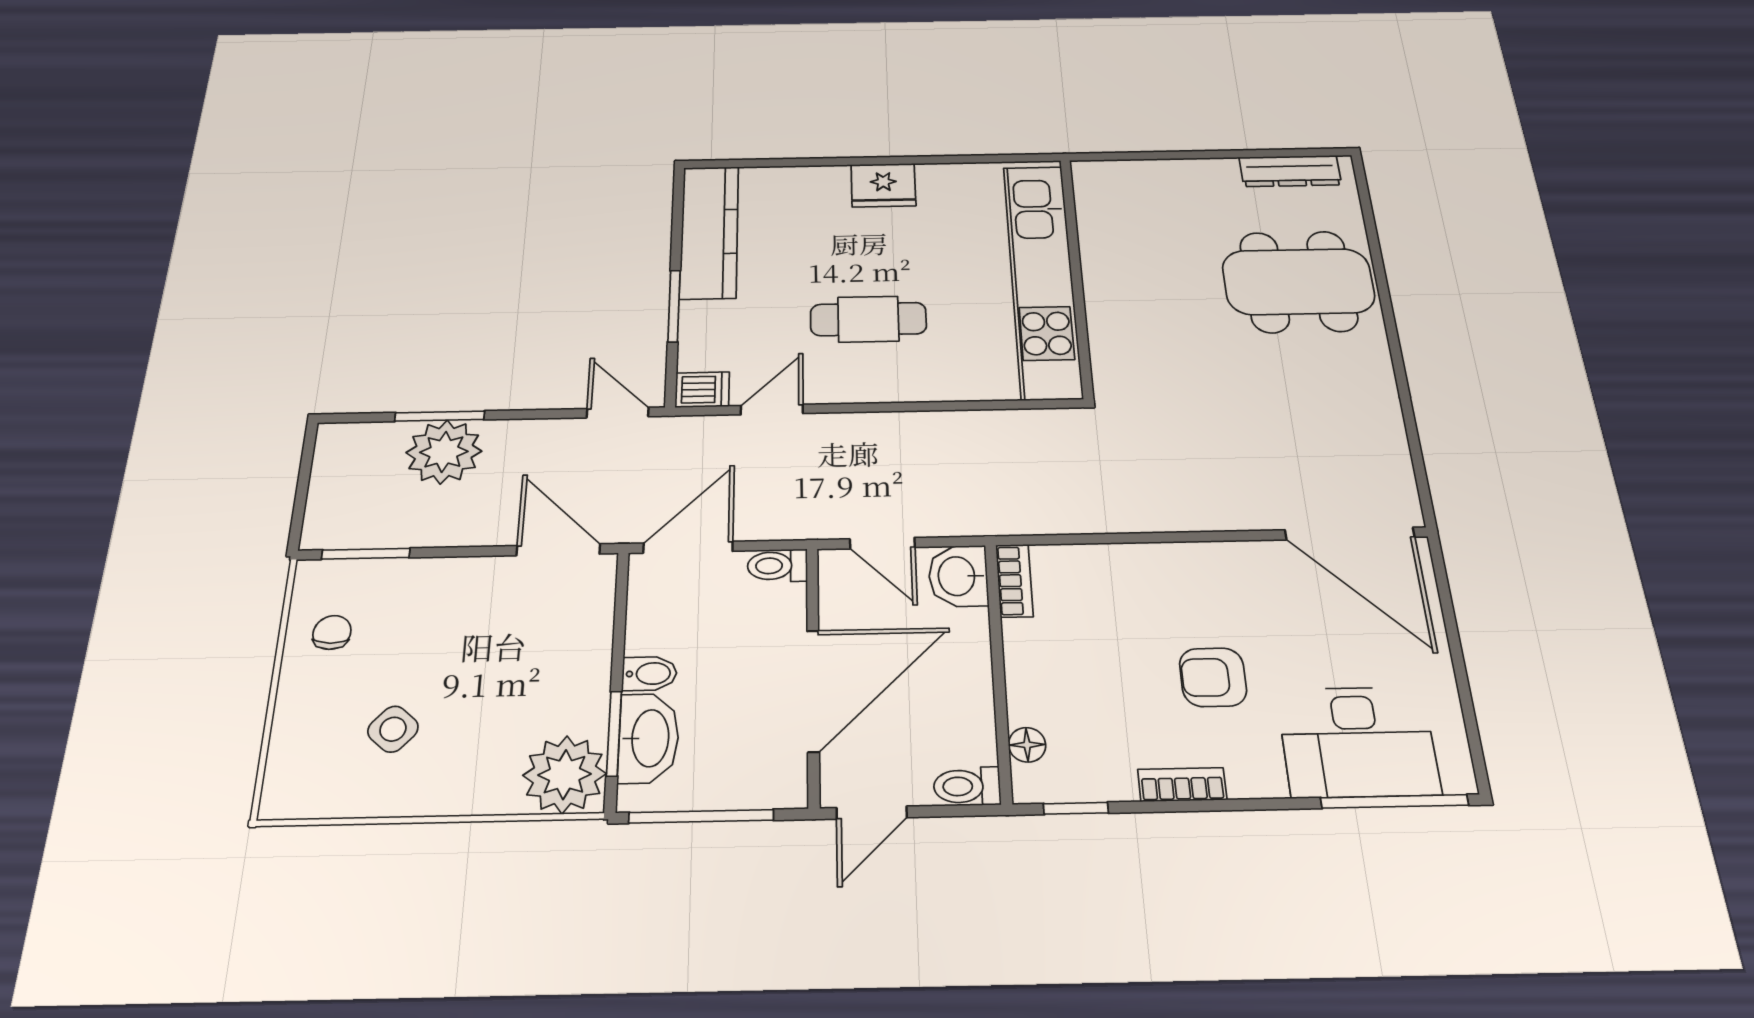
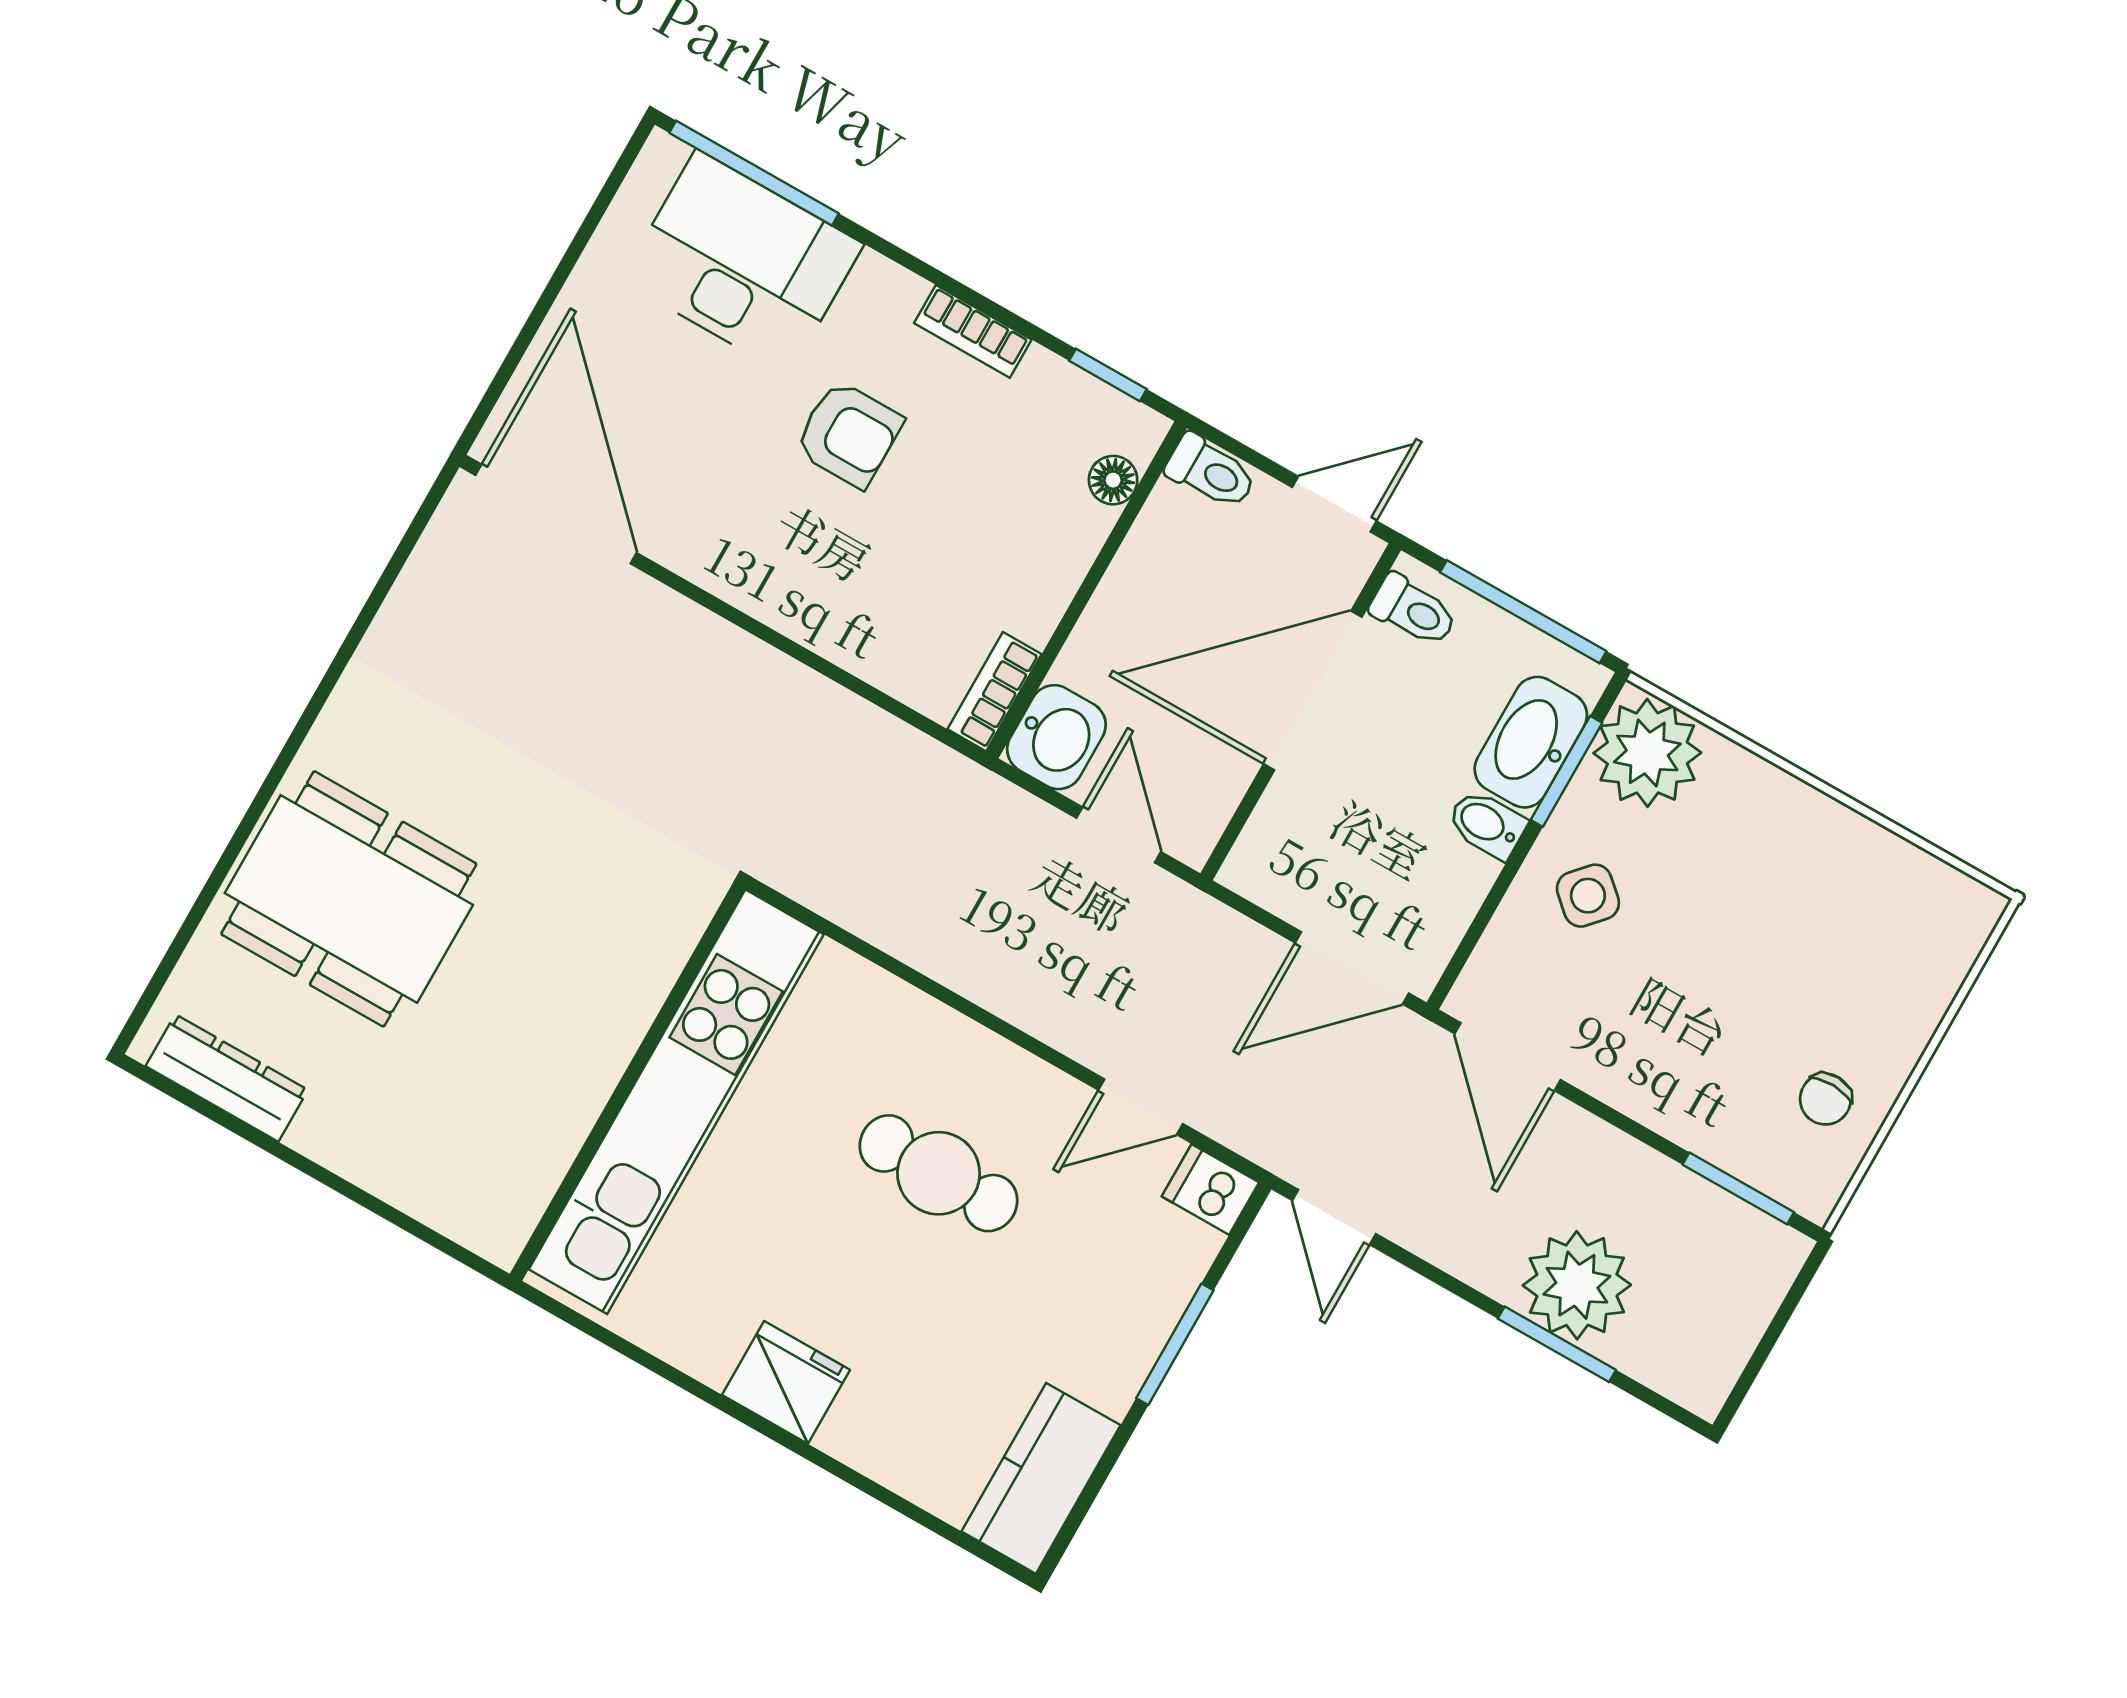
kitchen counter: (709, 232) -> (1041, 1478), width x0.67
toilet: (777, 566) -> (1413, 611), moved
side table: (393, 729) -> (1588, 896), moved

